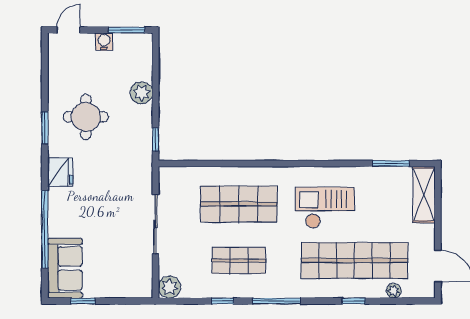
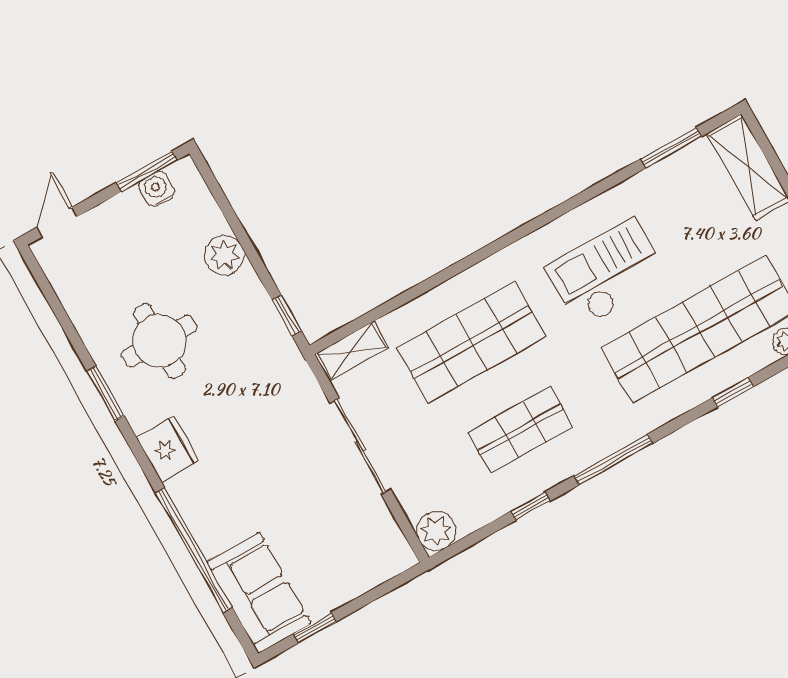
water cooler: (104, 41) -> (157, 189), moved
shelving: (178, 175) -> (352, 351), added

